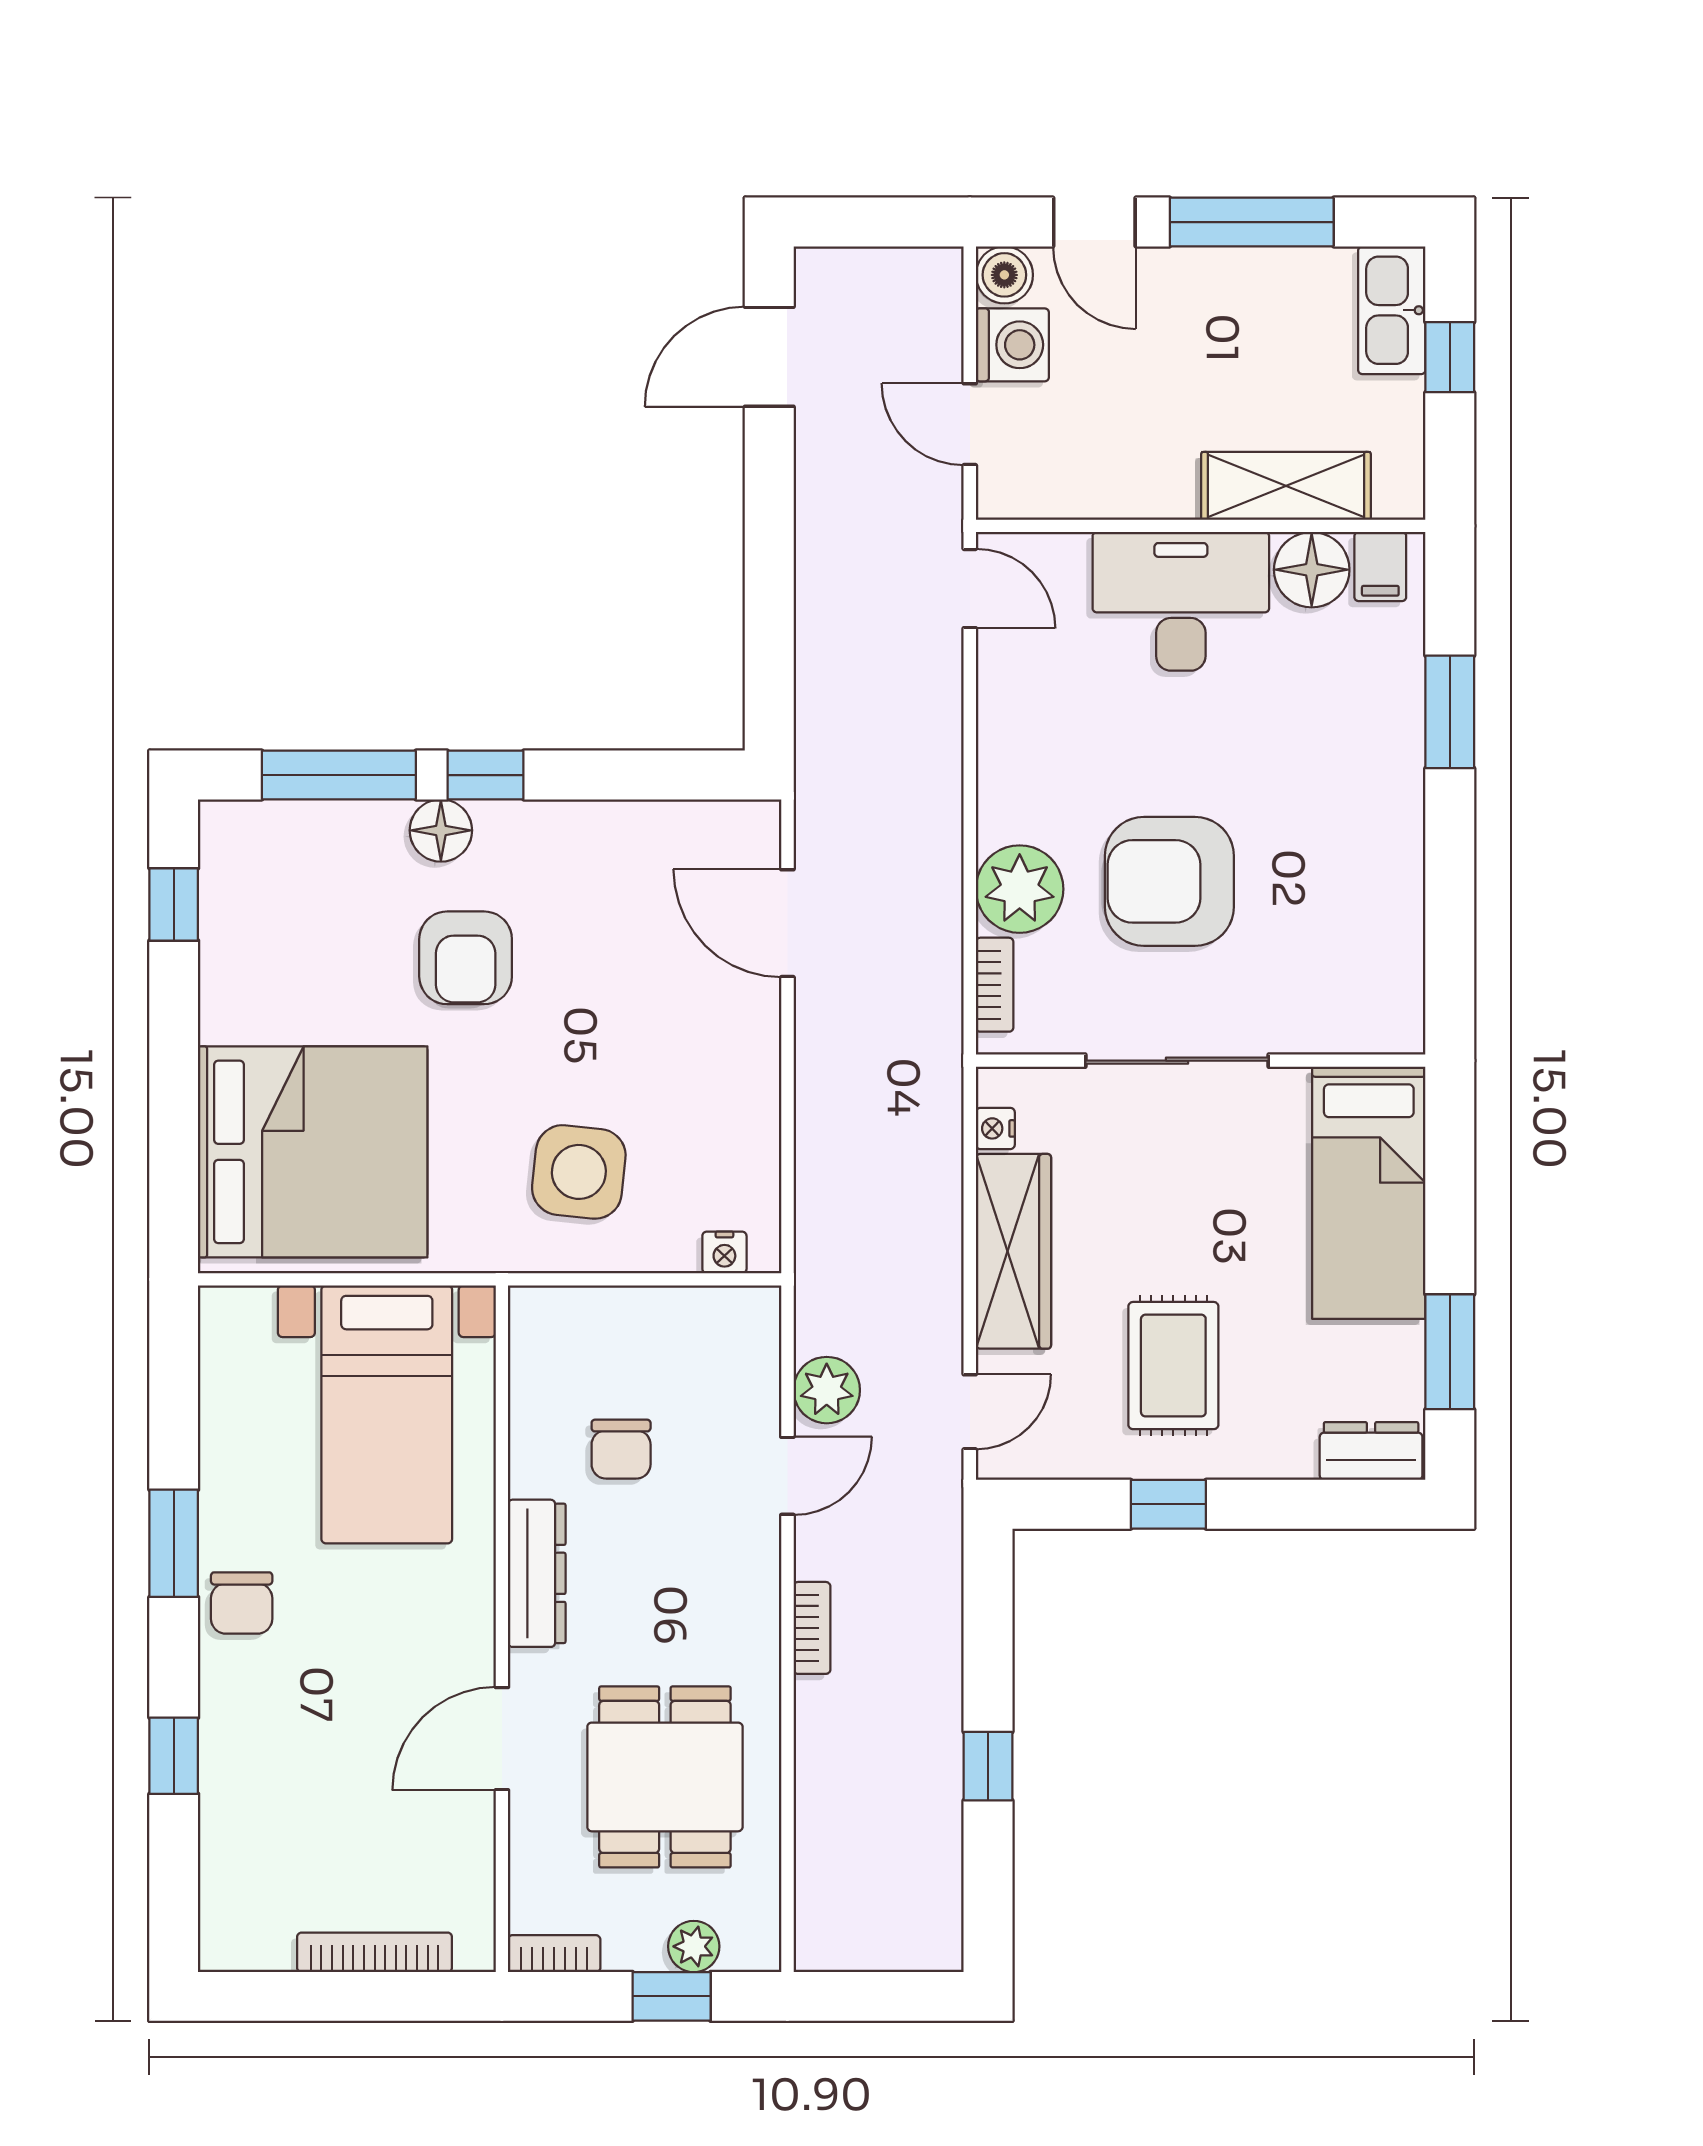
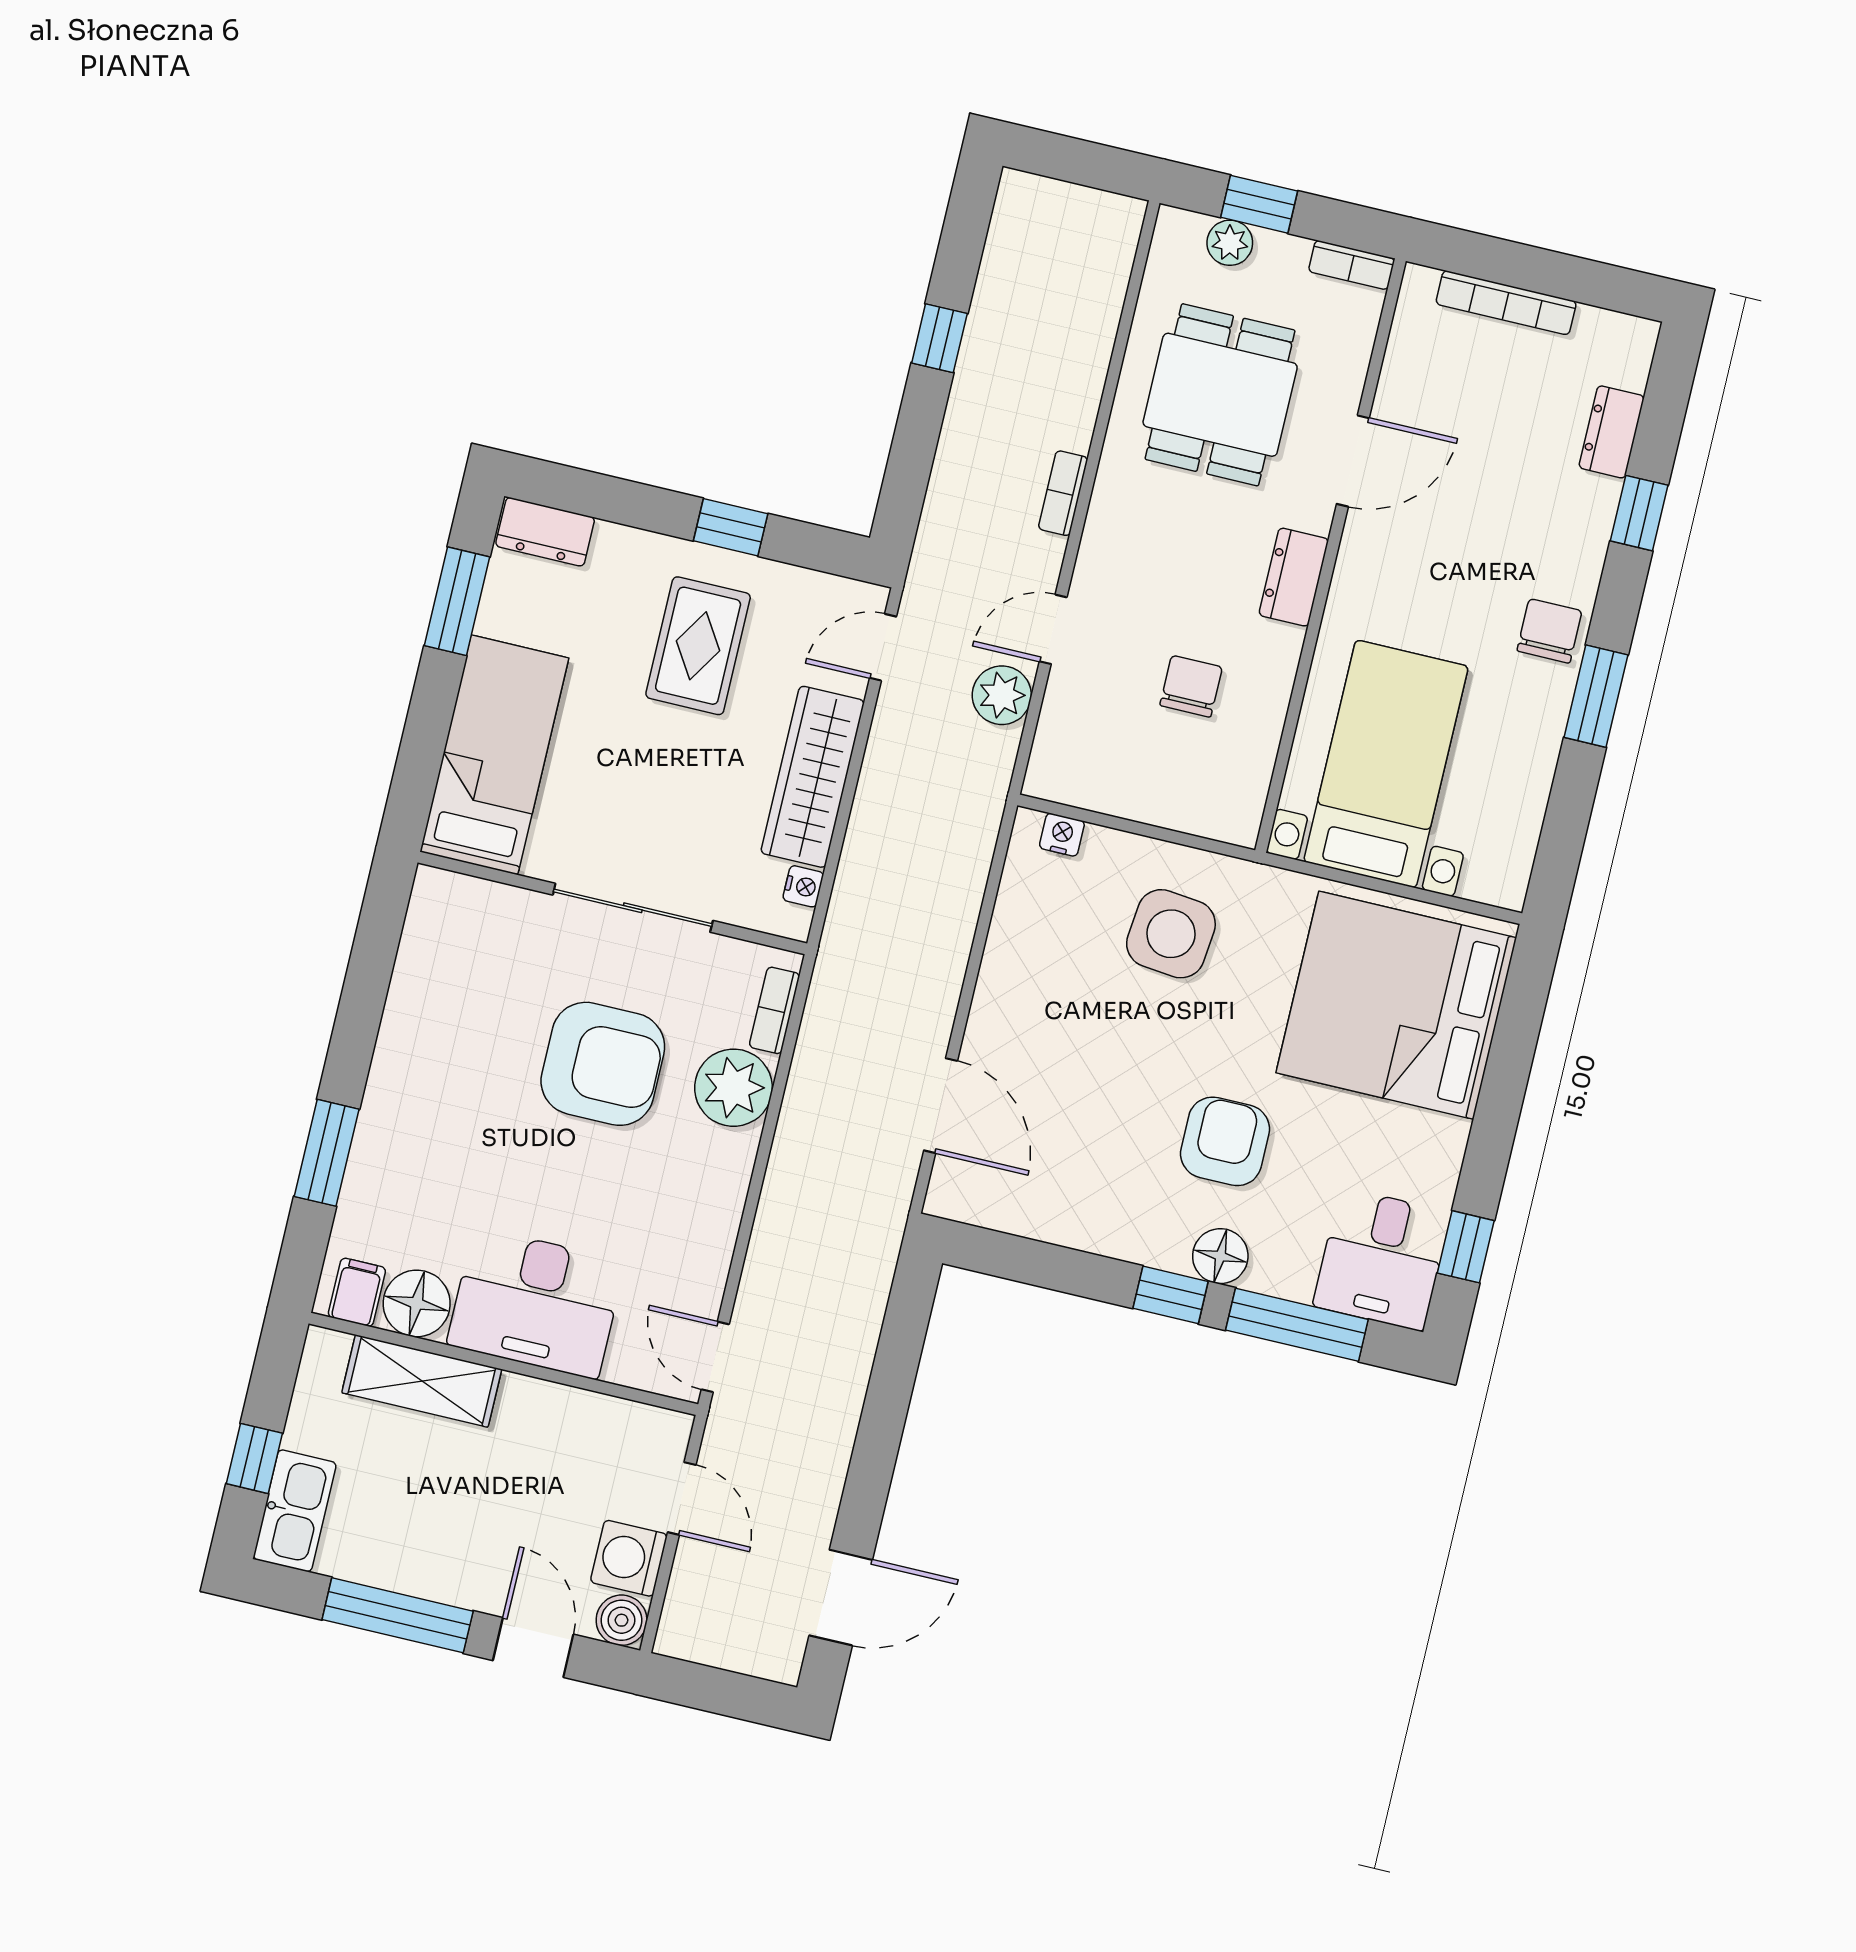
desk: (263, 869) -> (1382, 1259), added
dresser: (537, 1573) -> (1294, 577), width x0.70
dresser: (225, 1838) -> (1612, 432), added

